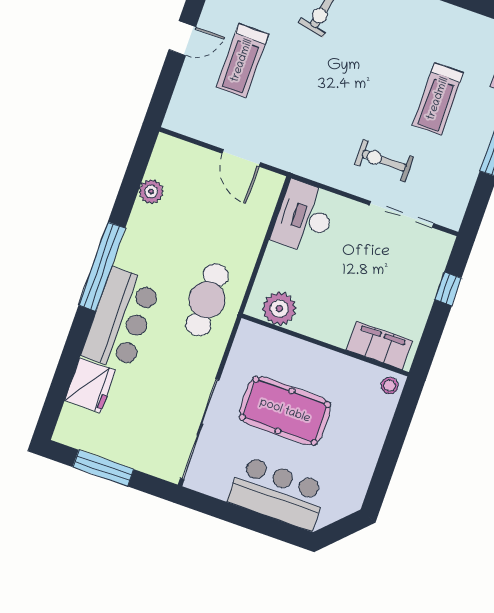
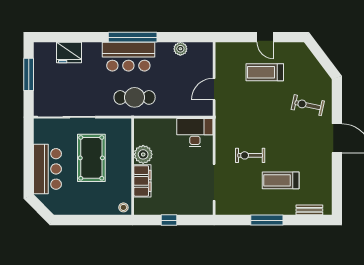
exercise bike: (384, 161) -> (250, 155), moved, turned -90
window: (448, 289) -> (169, 220), moved
plant: (279, 309) -> (143, 154), moved
bar counter: (121, 320) -> (128, 57), moved
filing cabinet: (379, 345) -> (142, 181), moved

